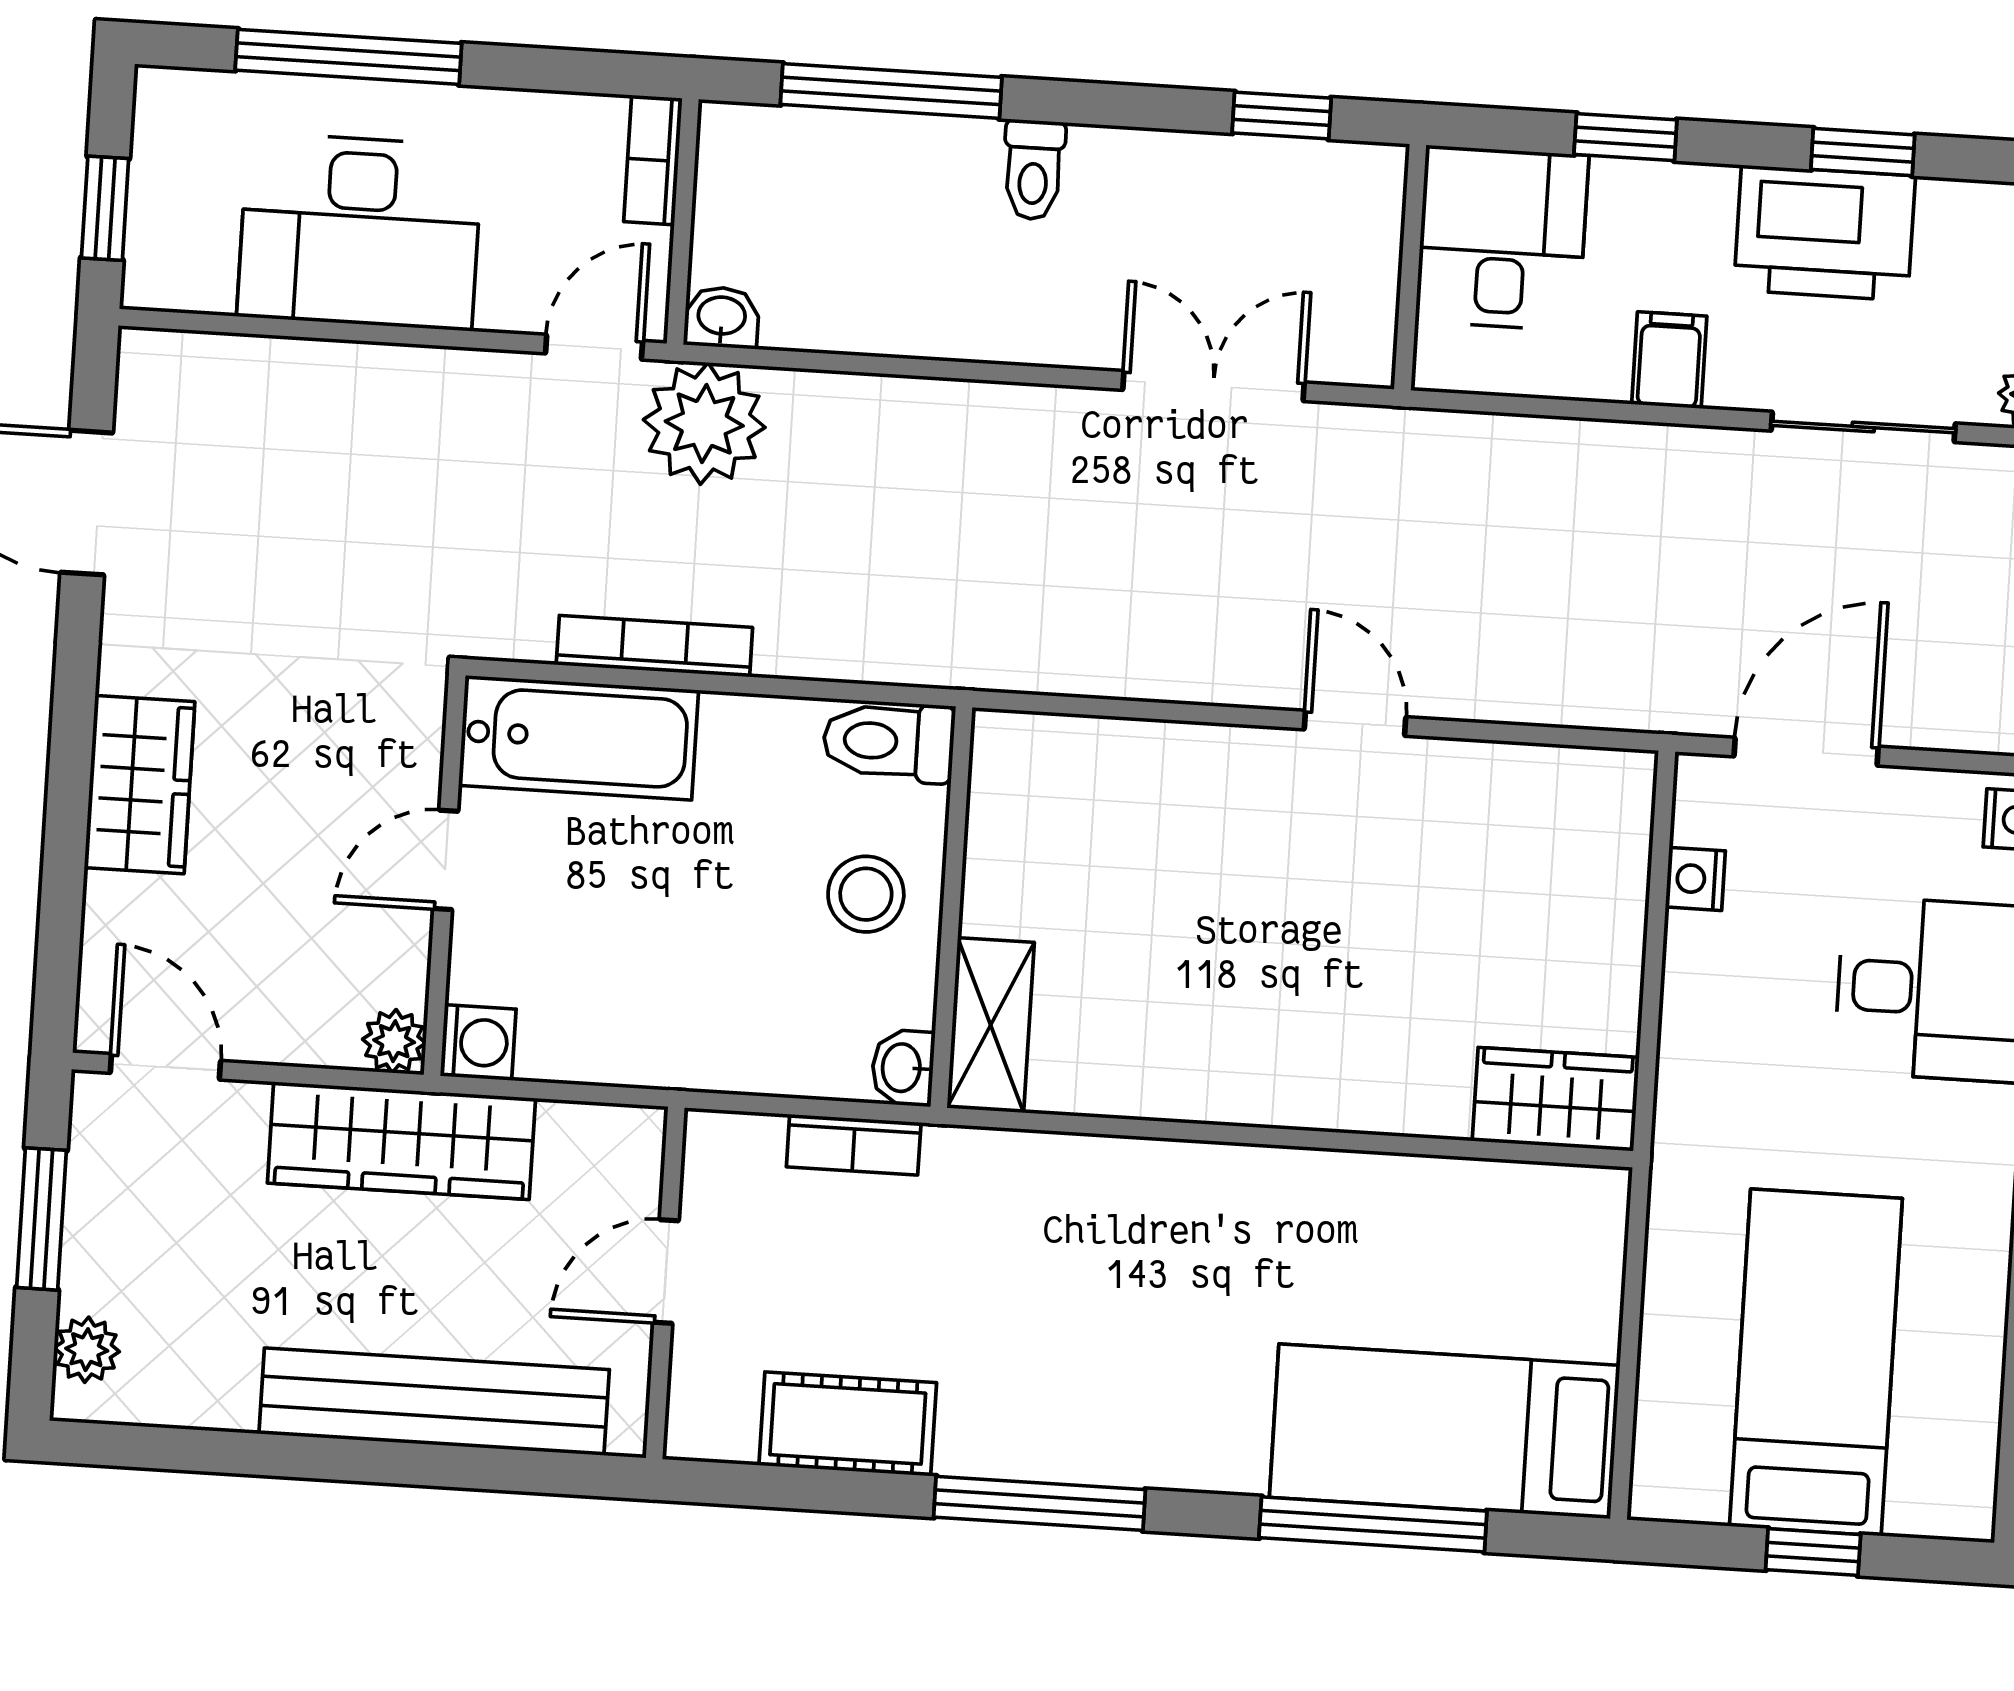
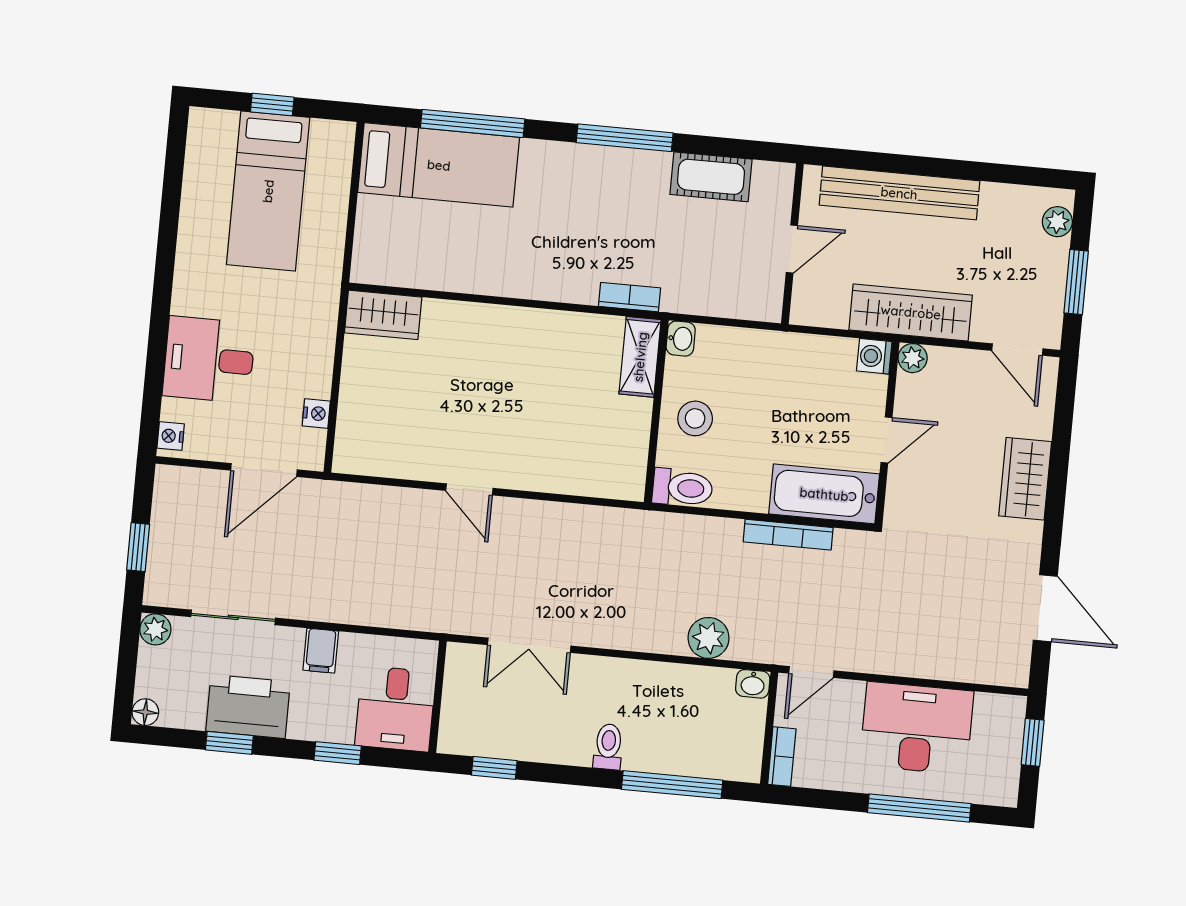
plant: (704, 423) -> (709, 638), moved, width x0.73, depth x0.73
bookcase: (854, 1145) -> (630, 297), moved

